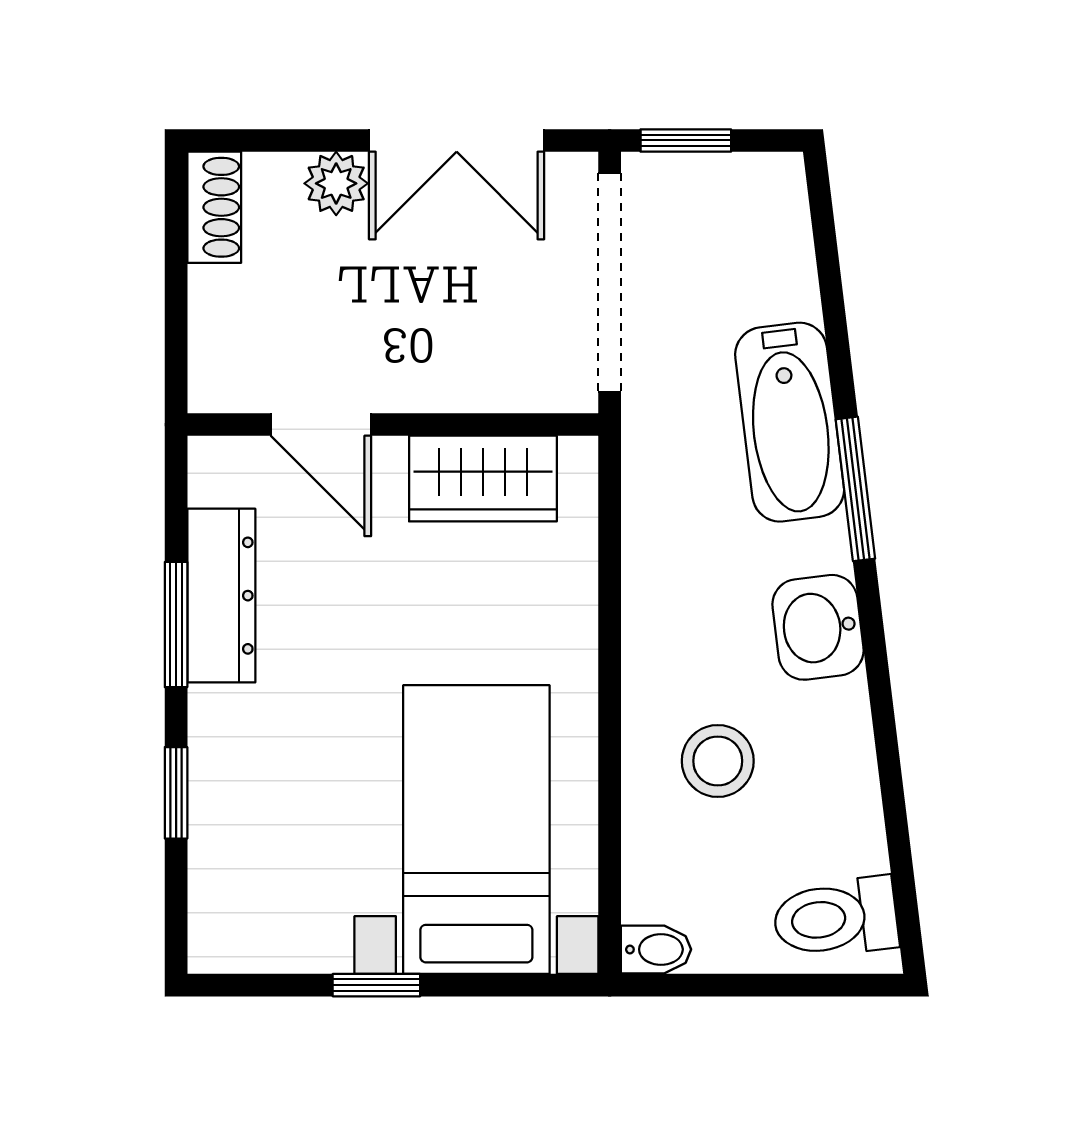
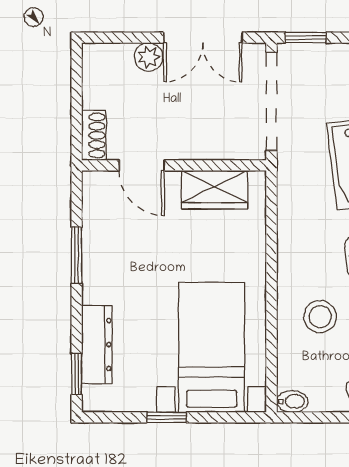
shoe rack: (214, 207) -> (94, 135), moved
dresser: (221, 596) -> (97, 344), moved
window: (176, 793) -> (77, 374), moved

